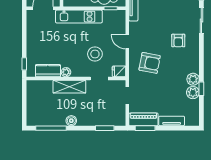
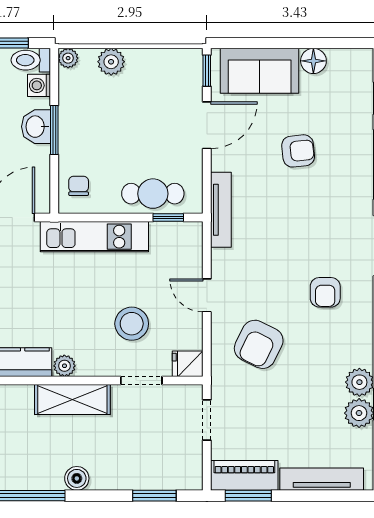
armchair: (150, 63) -> (259, 344), turned 105
tv unit: (172, 121) -> (322, 479), width x1.41

